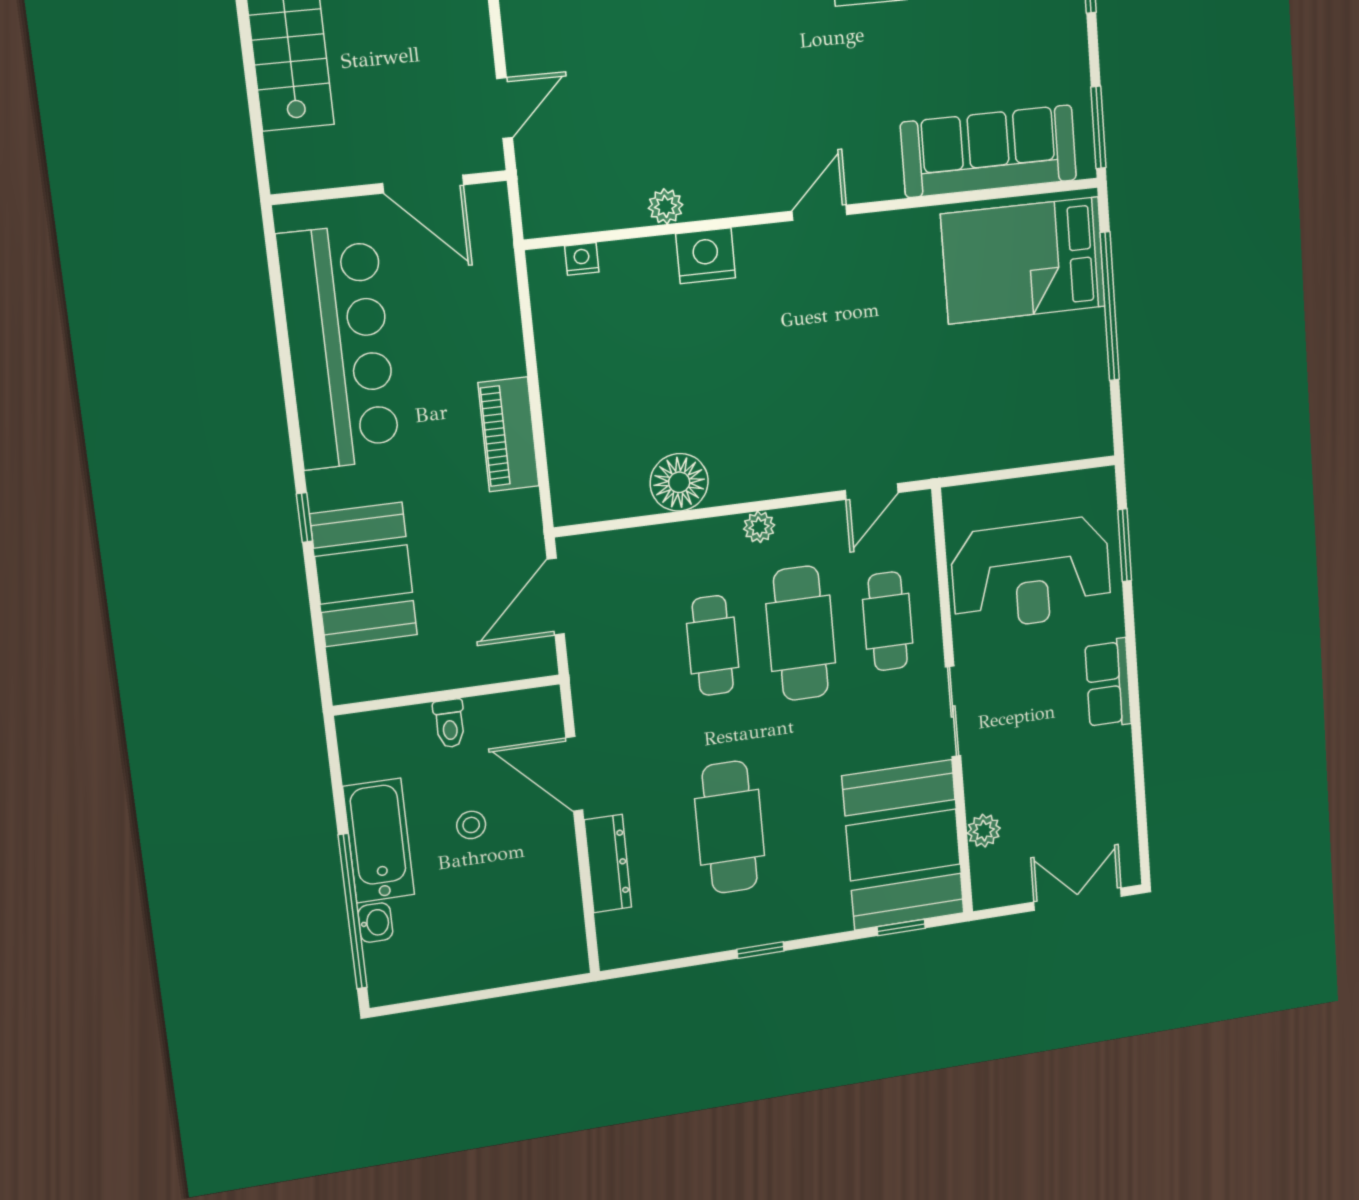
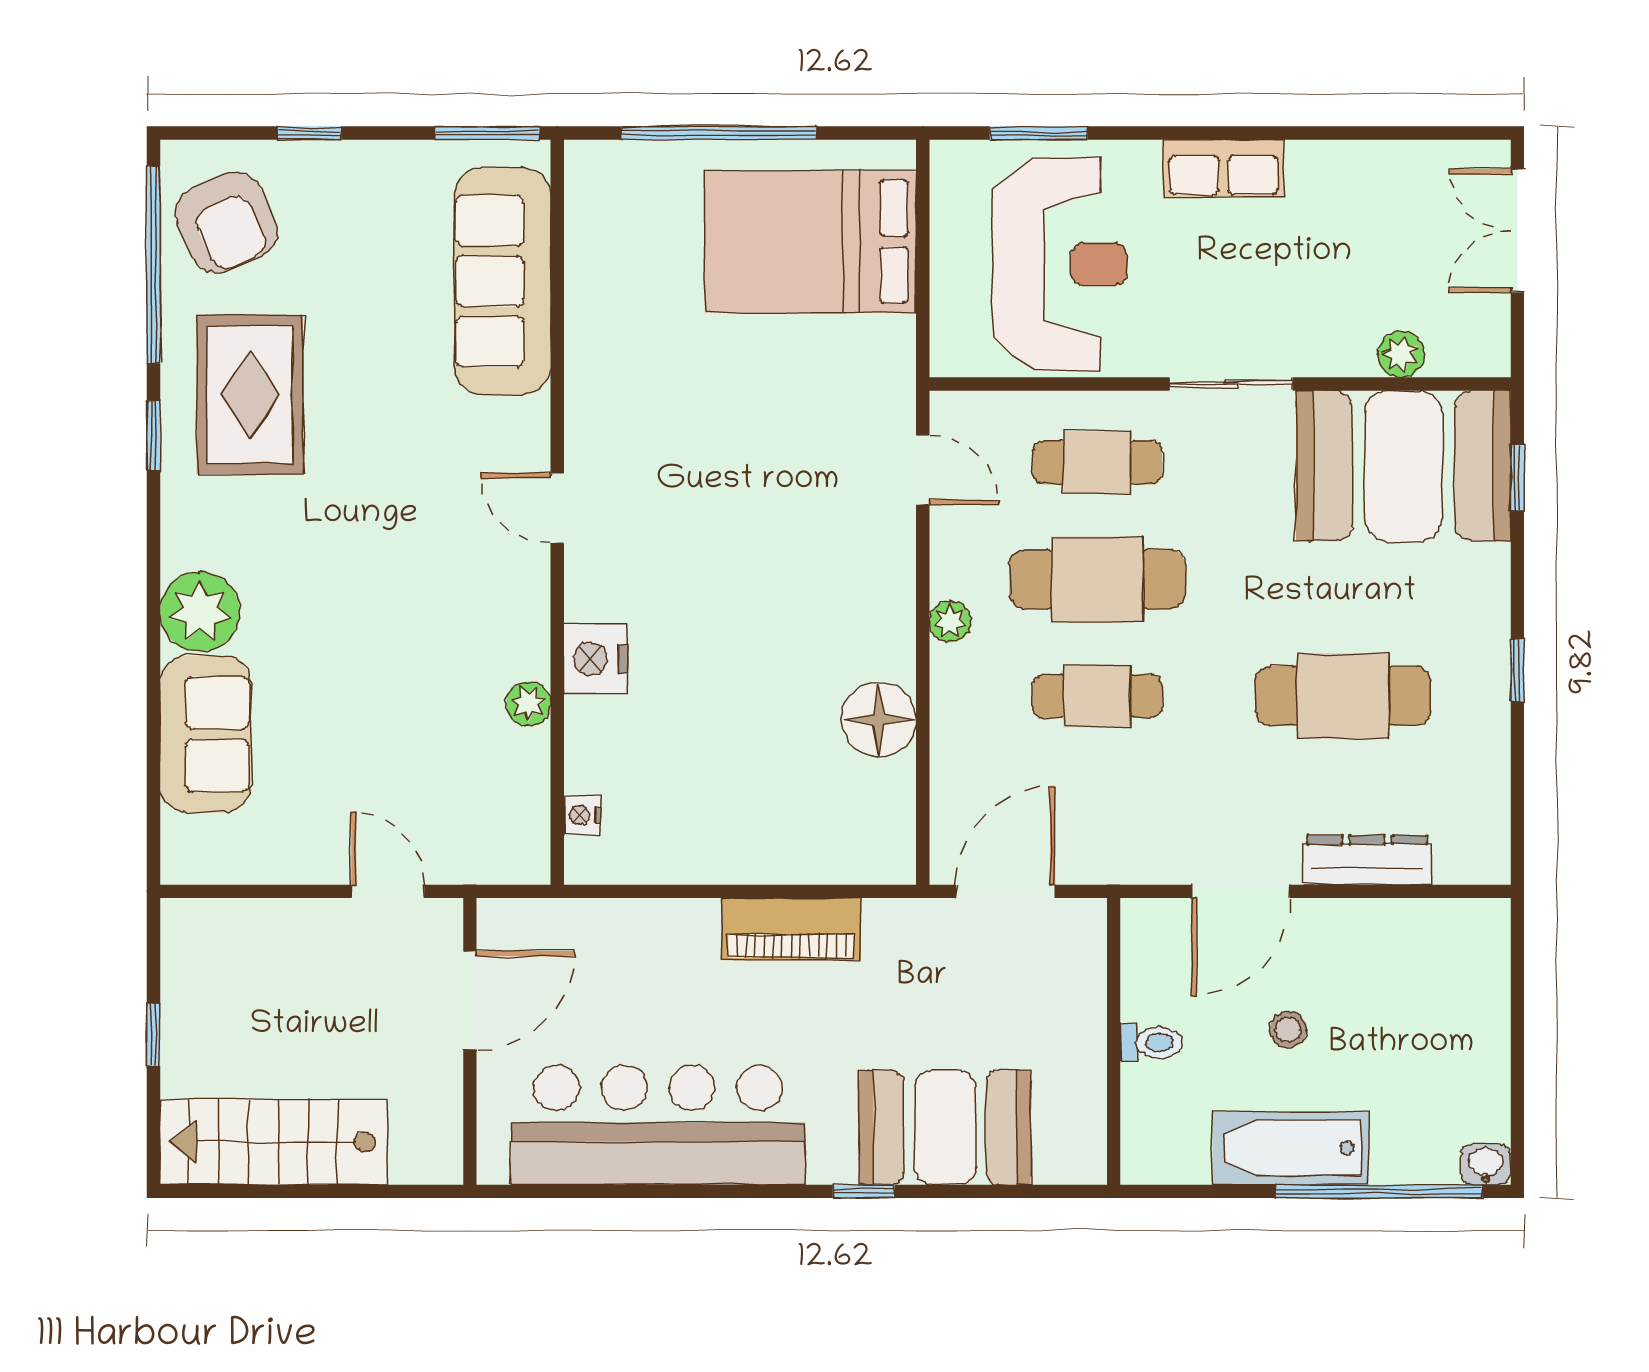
bed: (1023, 260) -> (810, 242), moved, turned 90
door: (556, 597) -> (1006, 891), swing flipped
washbasin: (375, 923) -> (1486, 1164), moved

